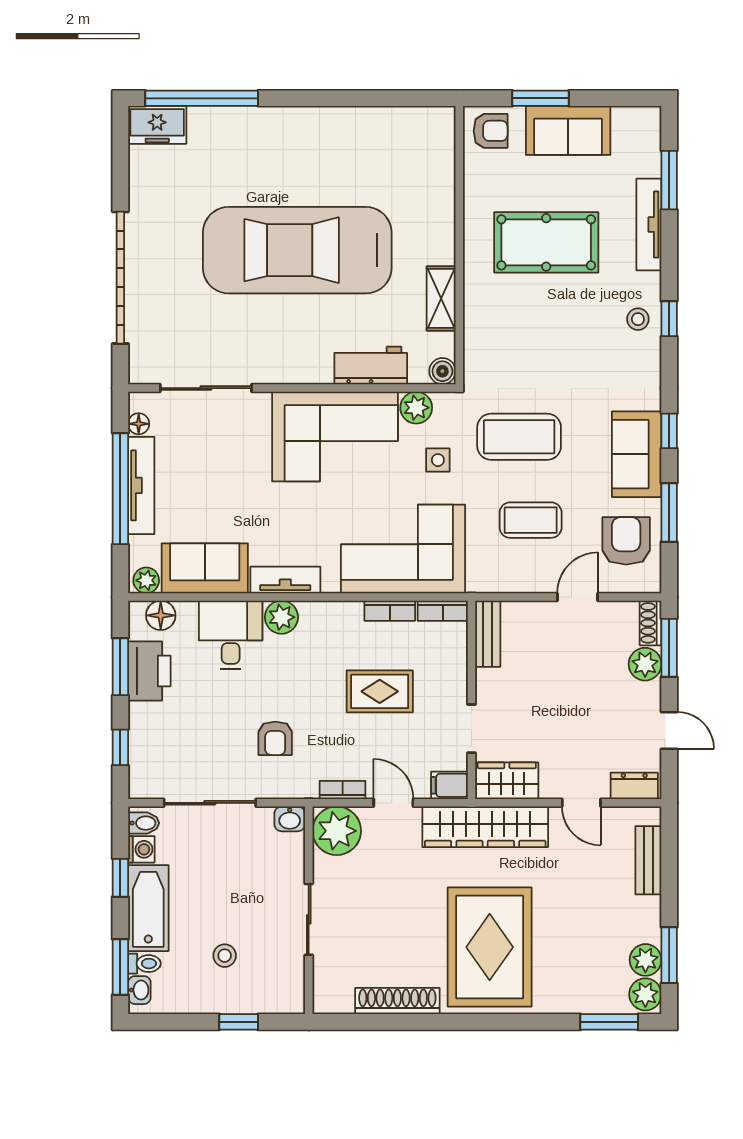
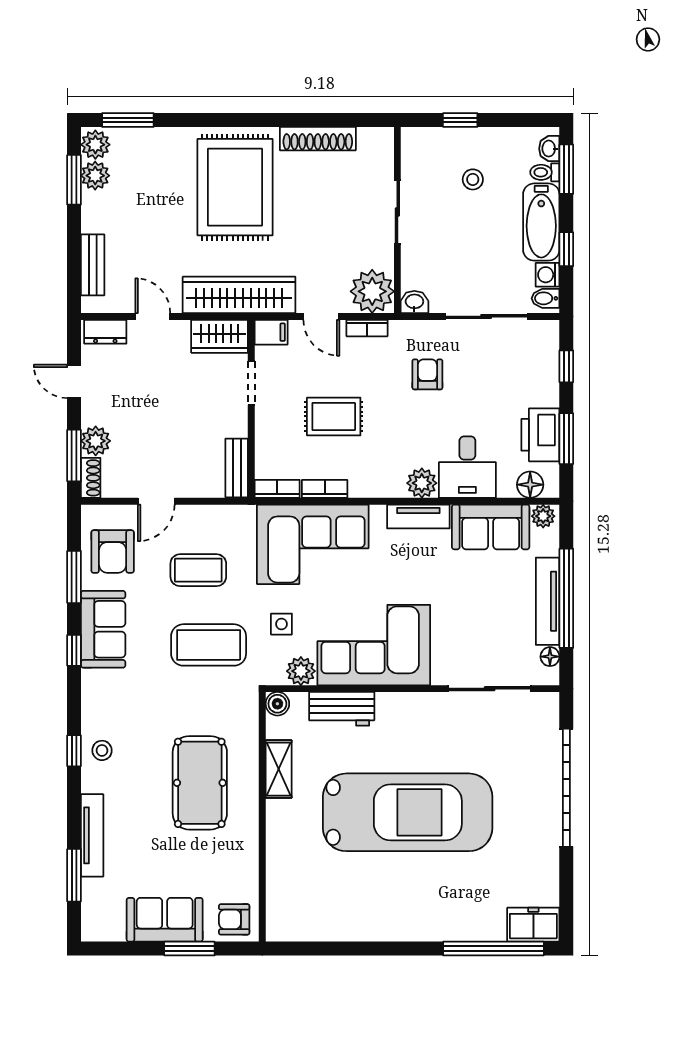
pool table: (546, 242) -> (200, 783), moved, turned 90

